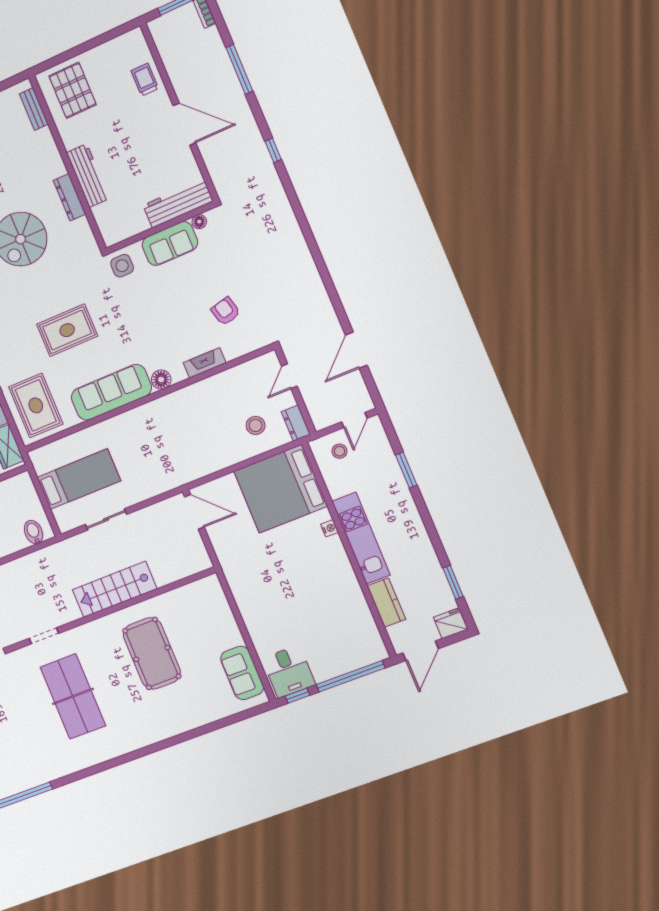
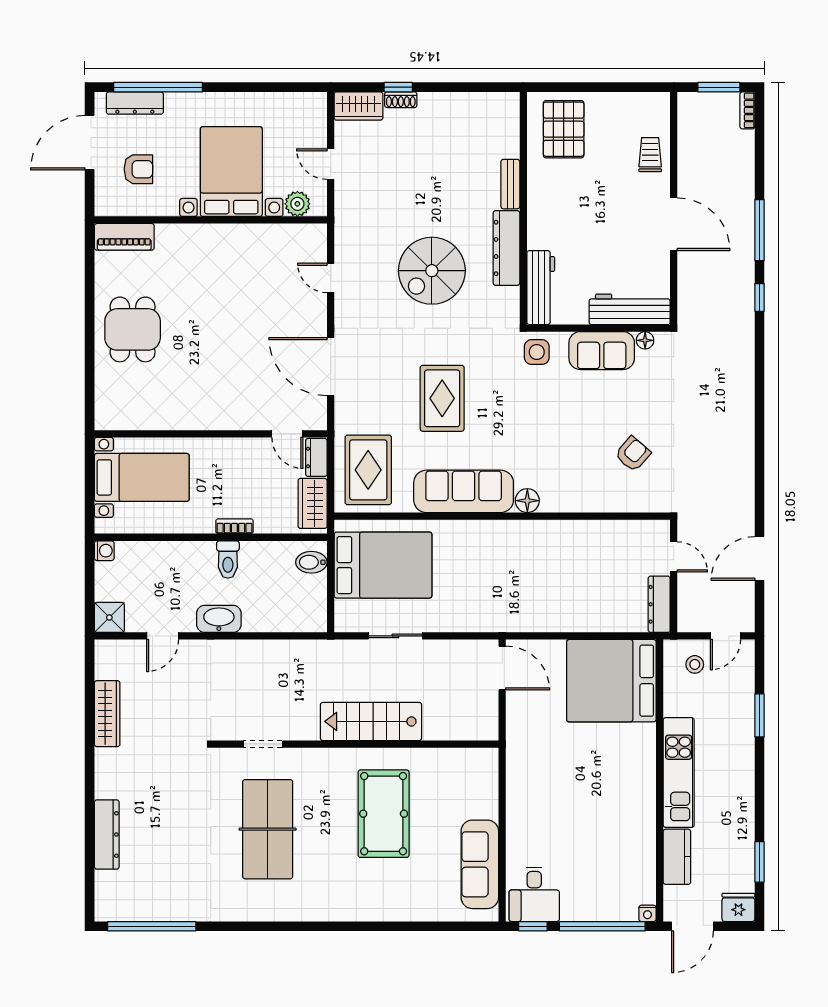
window: (239, 69) -> (760, 230), moved
bench: (34, 109) -> (510, 184), moved
workbench: (88, 176) -> (541, 288), moved
dresser: (69, 197) -> (506, 248), width x1.37, depth x1.24
armchair: (226, 311) -> (633, 454), turned 55
rug: (67, 330) -> (442, 398), turned 90
fireplace: (205, 363) -> (585, 502), removed
door: (289, 376) -> (674, 557), swing flipped
dresser: (296, 423) -> (659, 604), width x1.44
stool: (256, 425) -> (613, 597), removed
bed: (79, 479) -> (383, 565), width x1.50
nightstand: (330, 528) -> (647, 913), moved, turned 90
bidet: (34, 532) -> (311, 562), moved, turned -90
sofa: (242, 673) -> (480, 864), width x1.36

